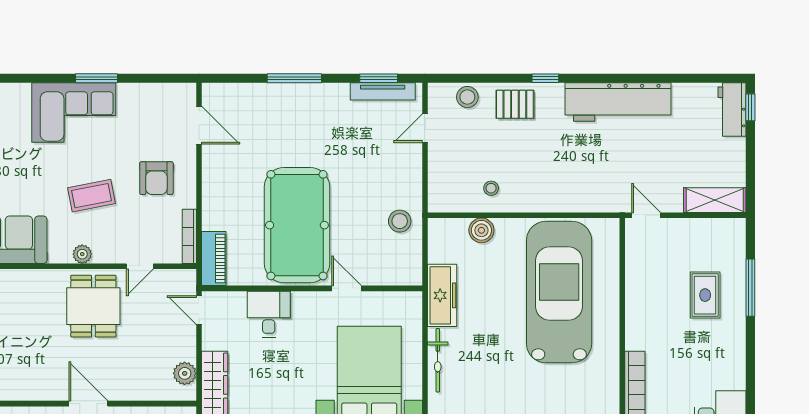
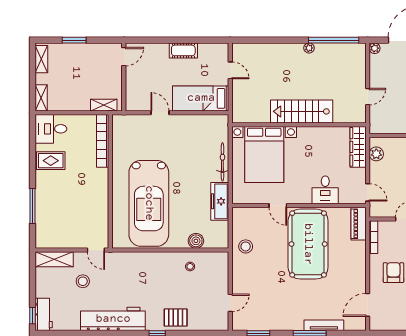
tv unit: (383, 91) -> (324, 325), moved
stool: (467, 97) -> (83, 281), moved
door: (199, 125) -> (368, 305), hinge flipped
rug: (705, 295) -> (51, 161), moved, turned 90

